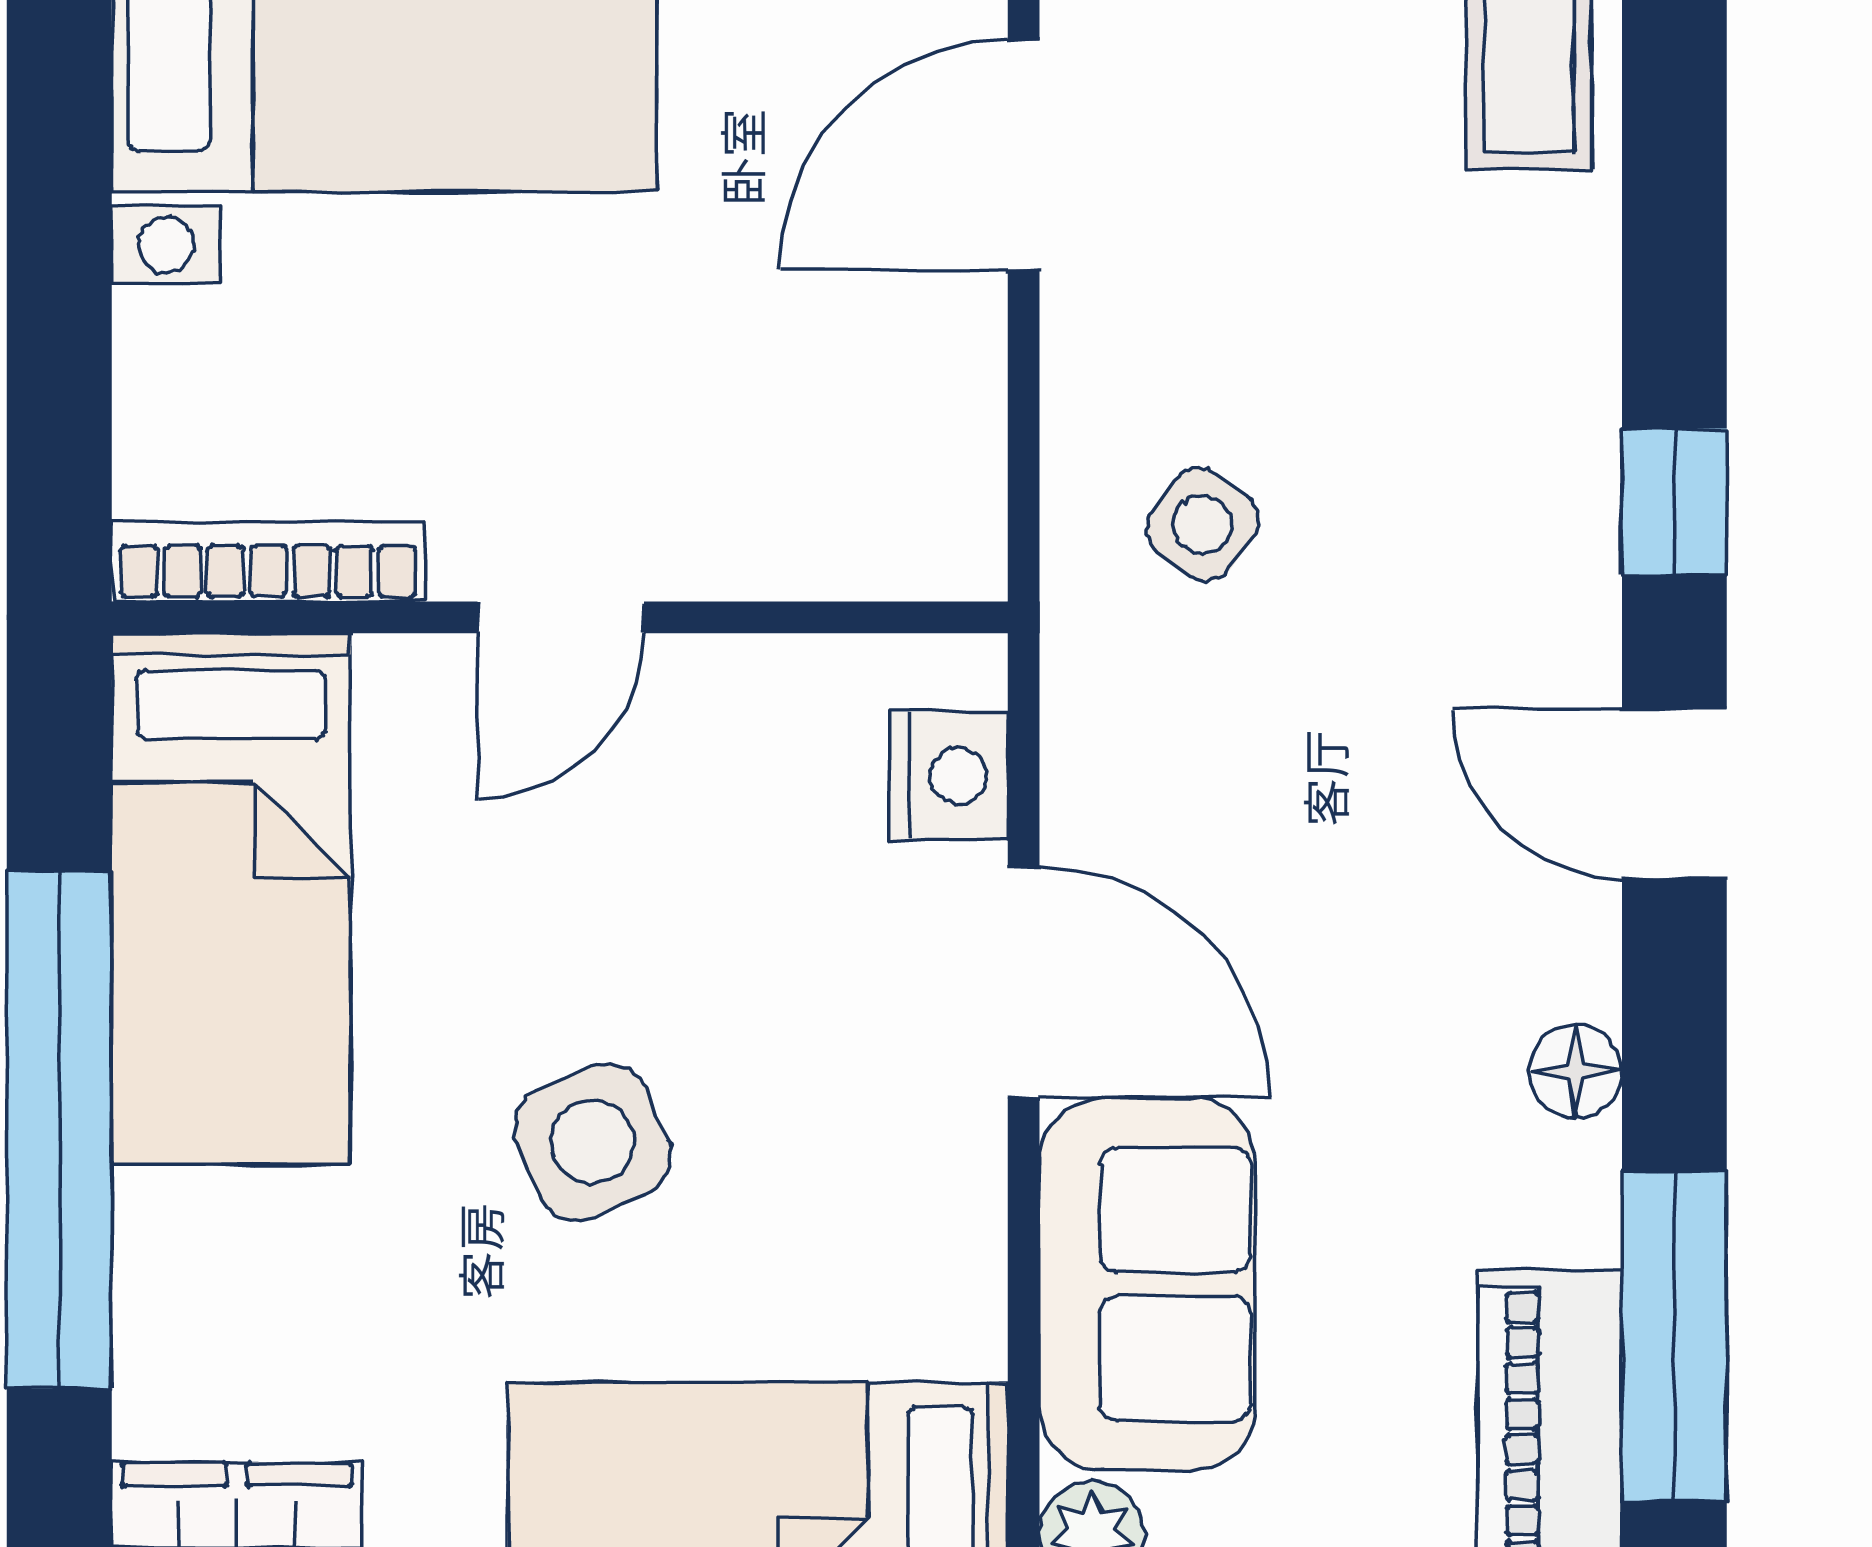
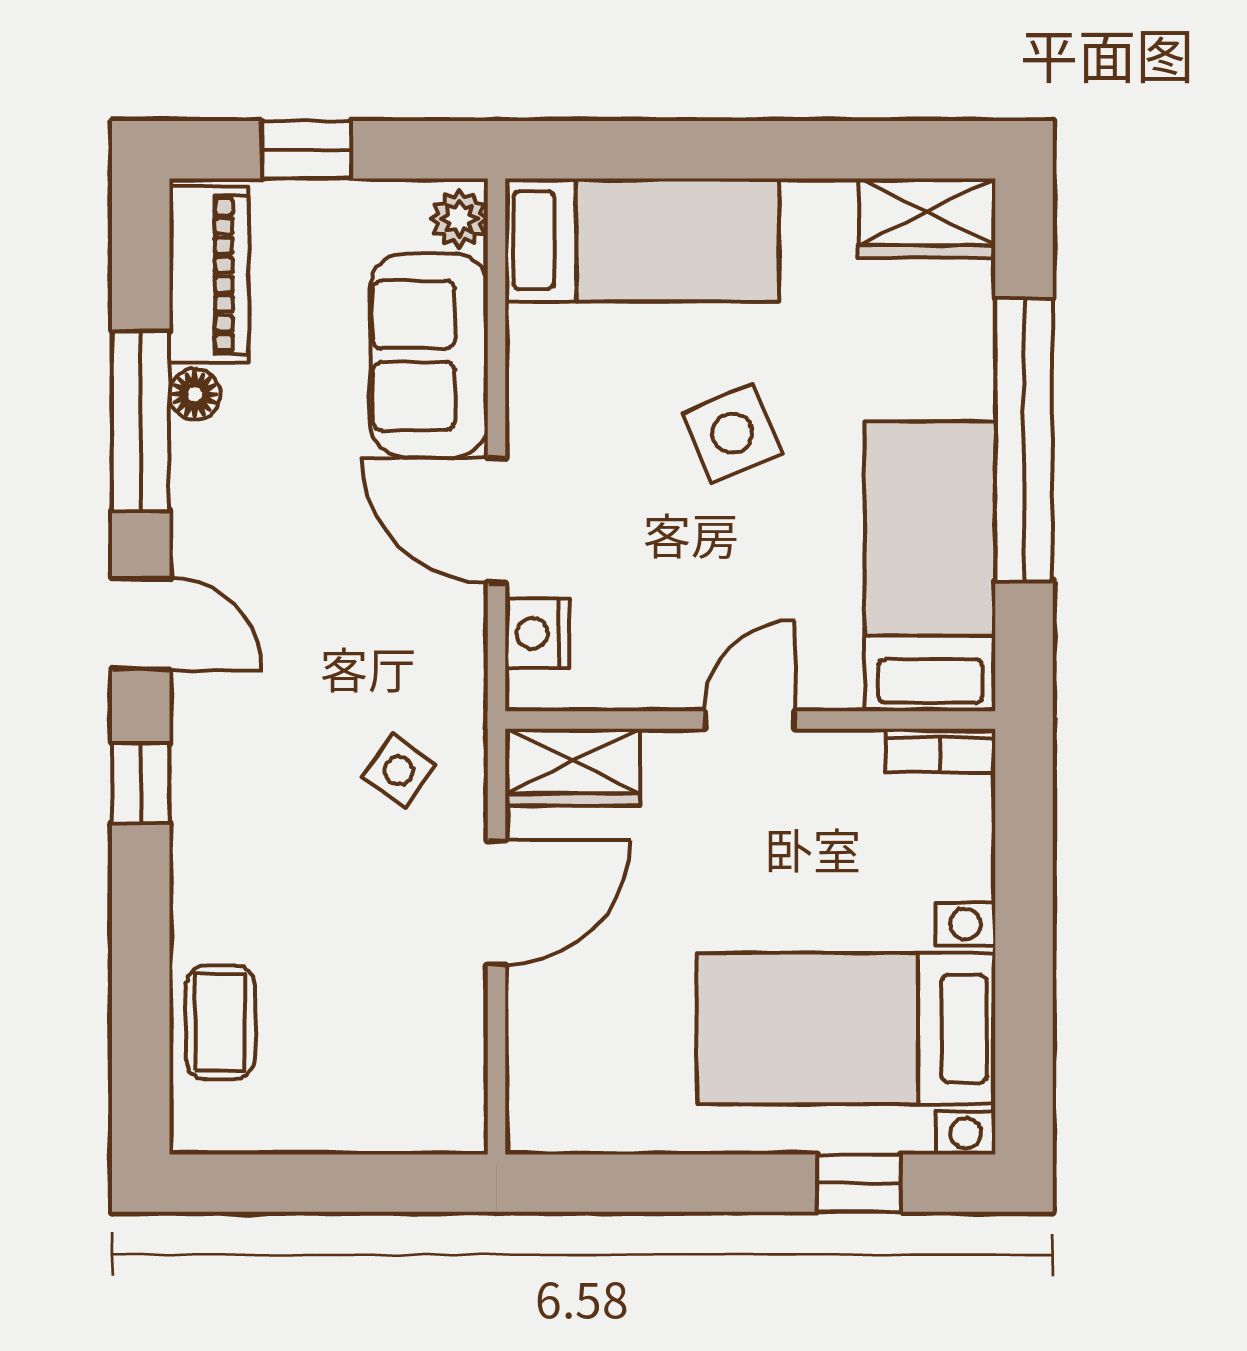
door: (1024, 155) -> (497, 903), moved
wardrobe: (883, 531) -> (573, 767), added
bookcase: (268, 562) -> (941, 751), width x0.64
floor lamp: (1576, 1072) -> (195, 394), moved
window: (1674, 1336) -> (141, 421), moved

